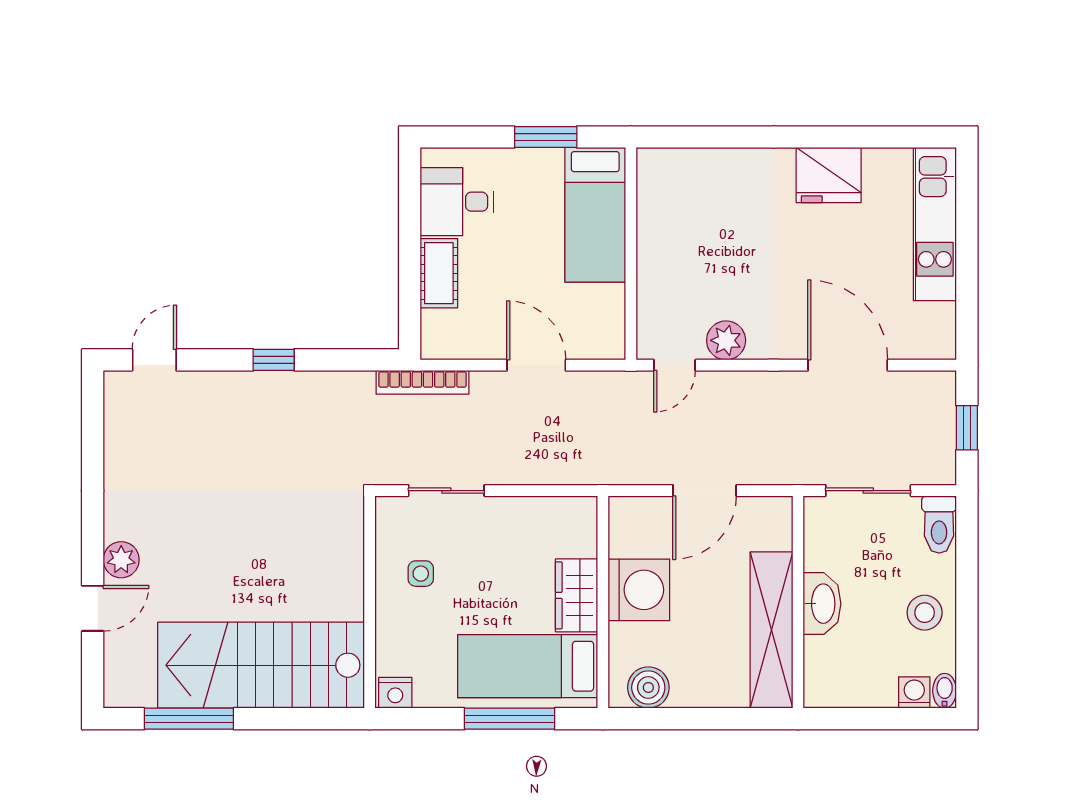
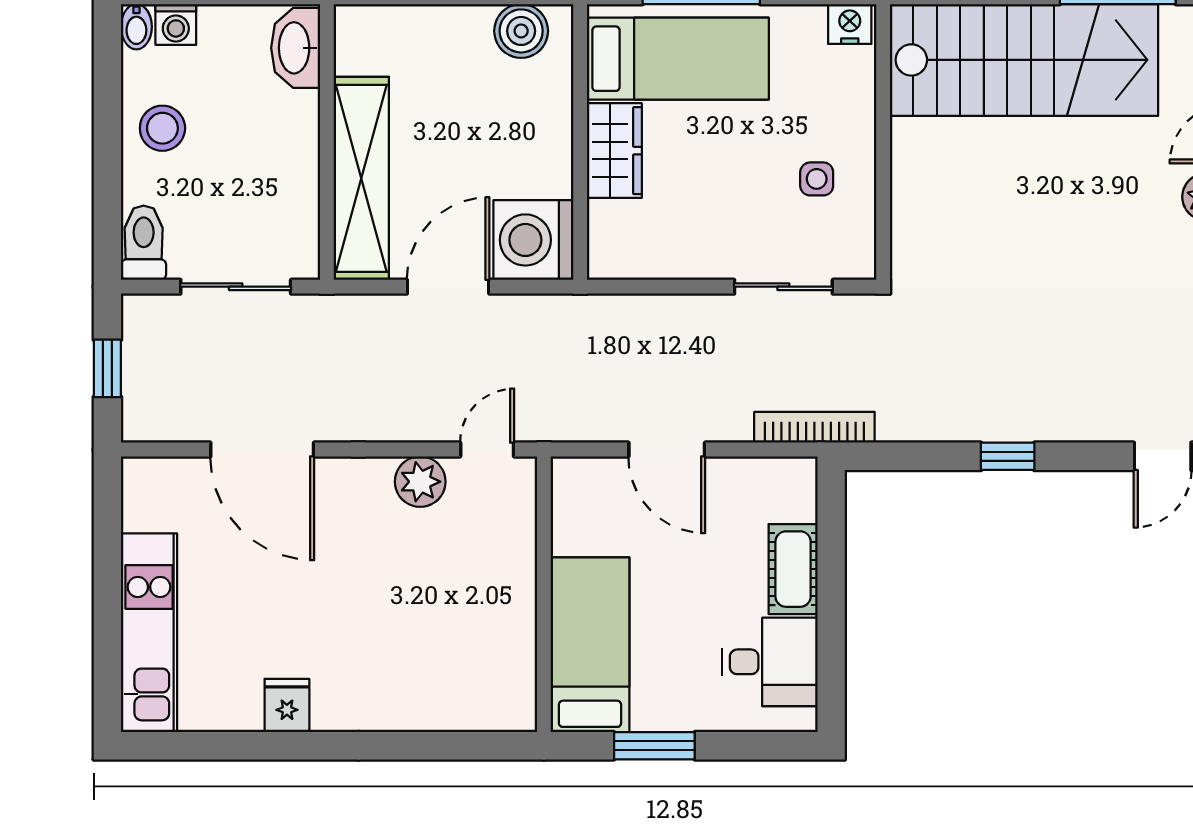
fridge: (829, 175) -> (287, 706), width x0.53, depth x0.75
washing machine: (639, 590) -> (533, 240), moved
washbasin: (822, 604) -> (296, 48), moved
shelving: (771, 630) -> (361, 178), moved

